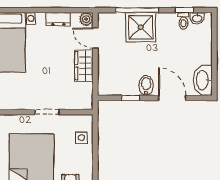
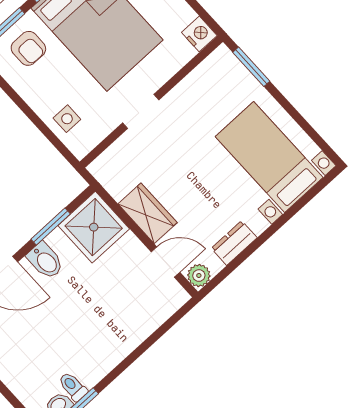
window: (137, 10) -> (145, 346), removed
shower: (141, 27) -> (94, 227), moved
window: (130, 98) -> (51, 227), width x1.50

